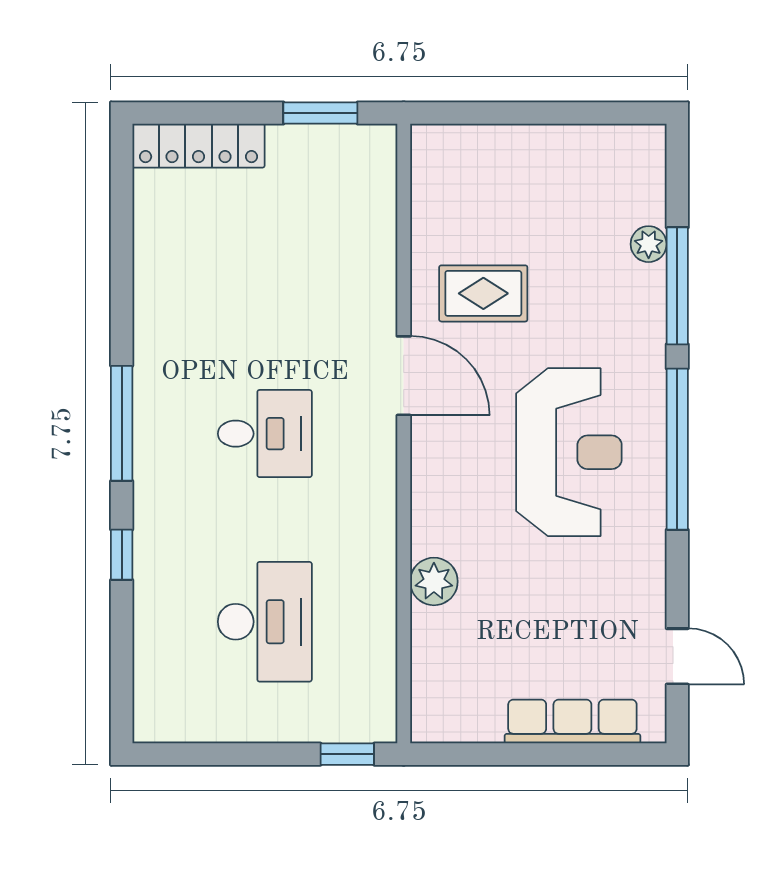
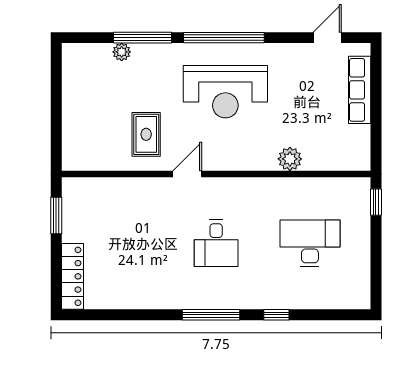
door: (404, 376) -> (187, 174), width x0.73
desk: (265, 434) -> (216, 243), turned 180
reception desk: (569, 452) -> (225, 92), turned 180

